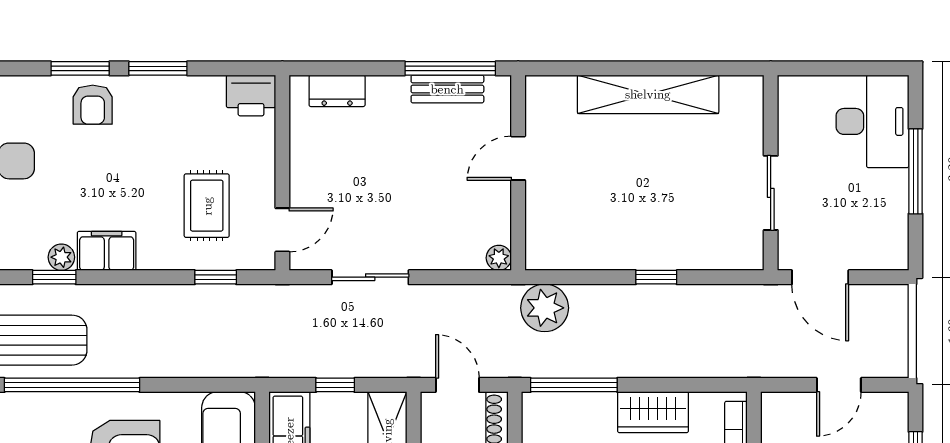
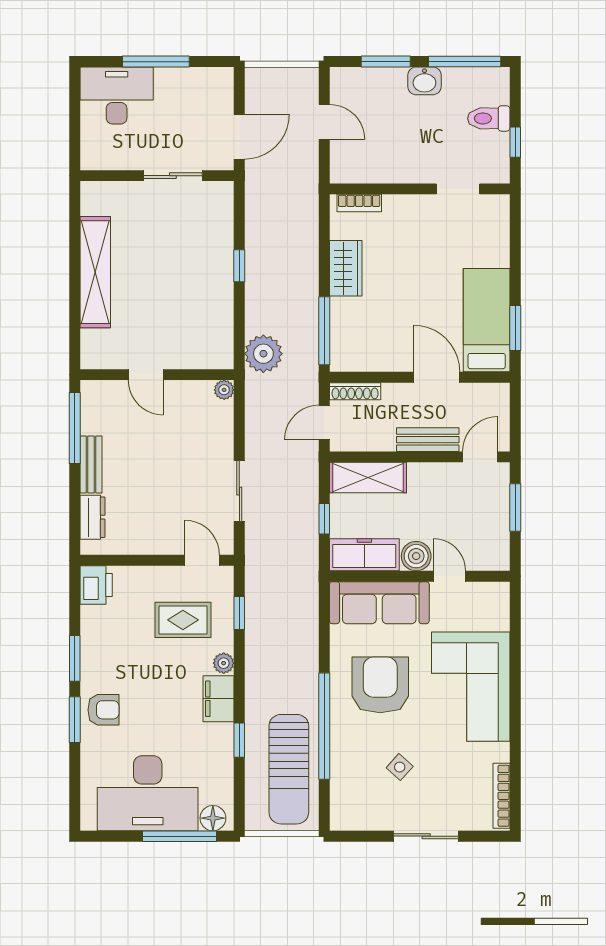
bench: (447, 89) -> (91, 464), moved
plant: (61, 257) -> (224, 663), moved

